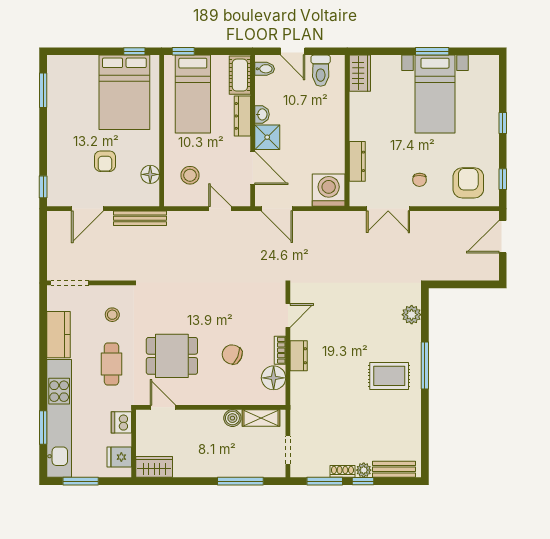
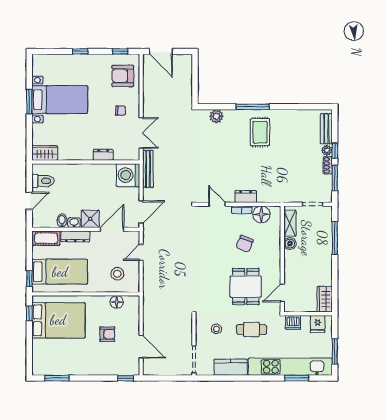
bidet: (265, 69) -> (62, 221), moved
dresser: (357, 161) -> (103, 155), width x0.70
bench: (140, 218) -> (148, 169), moved

